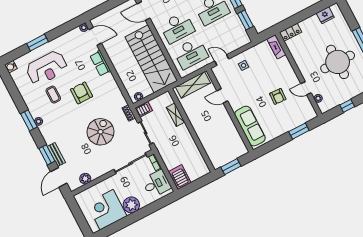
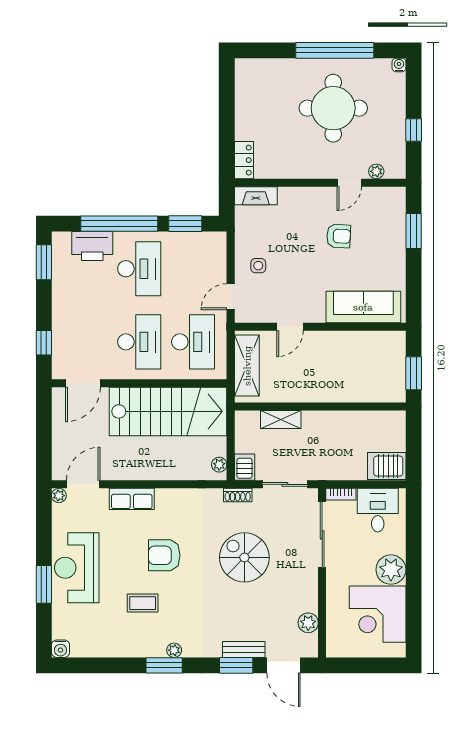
fridge: (325, 15) -> (246, 88), removed
reception desk: (47, 68) -> (77, 568), moved, turned 180

